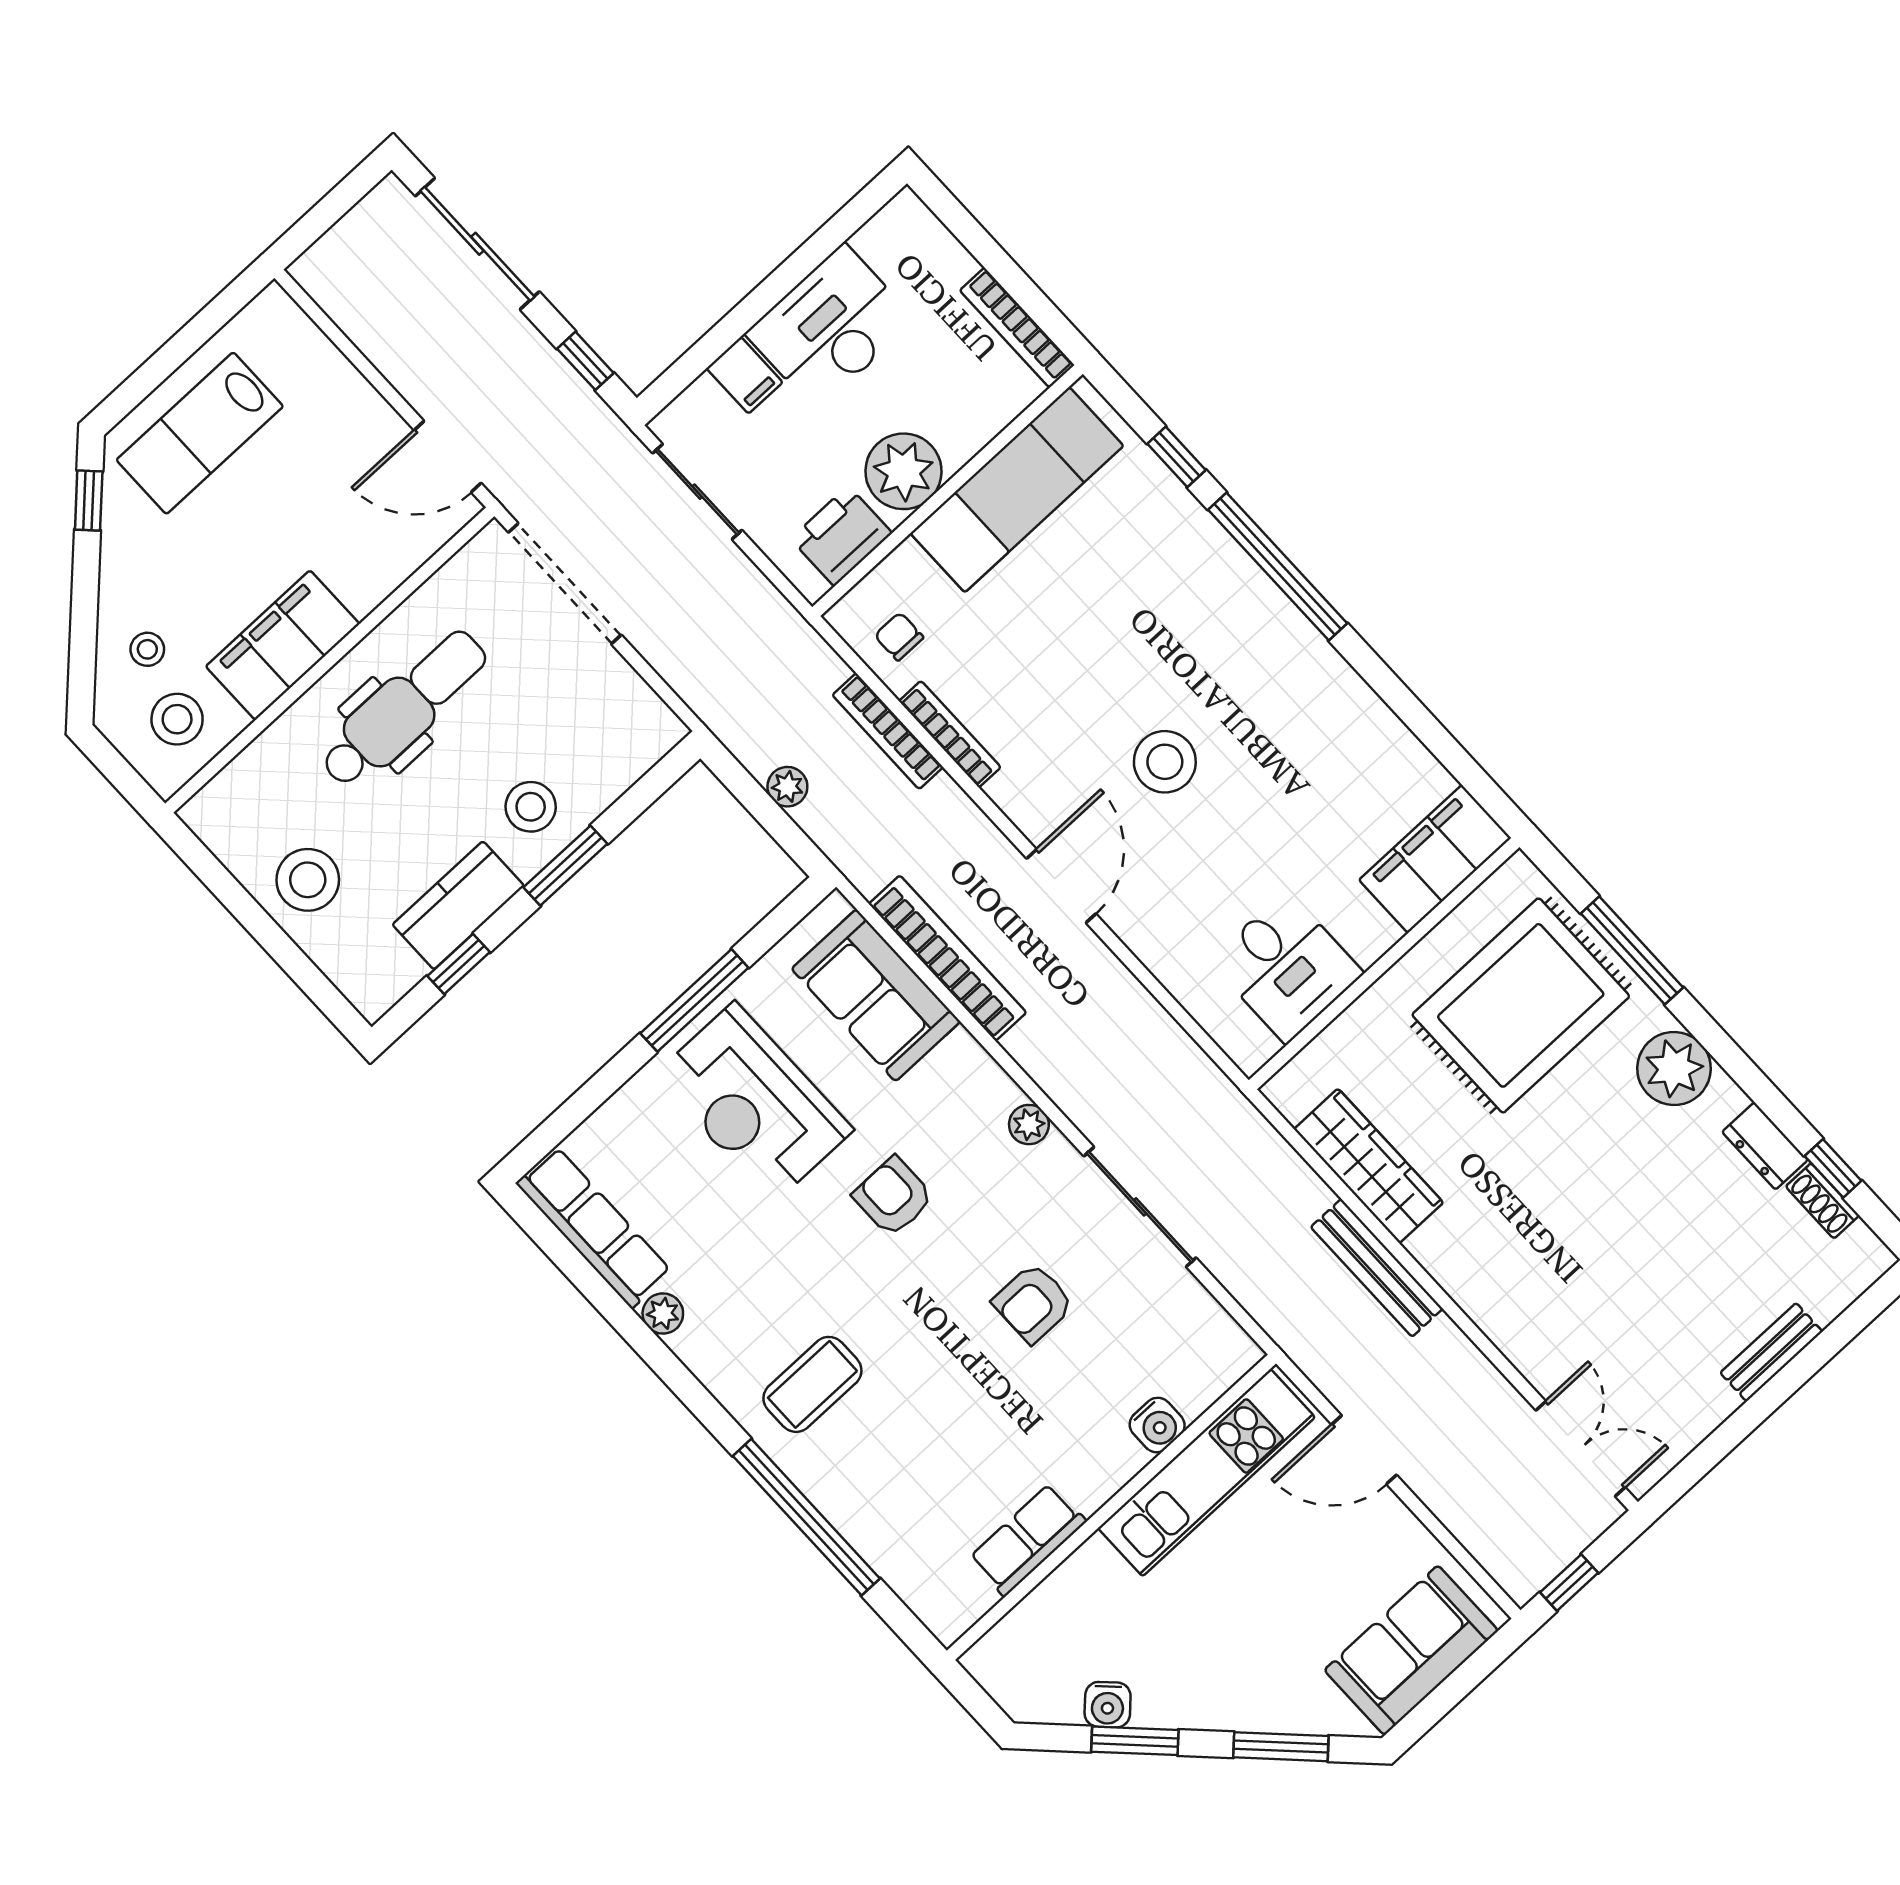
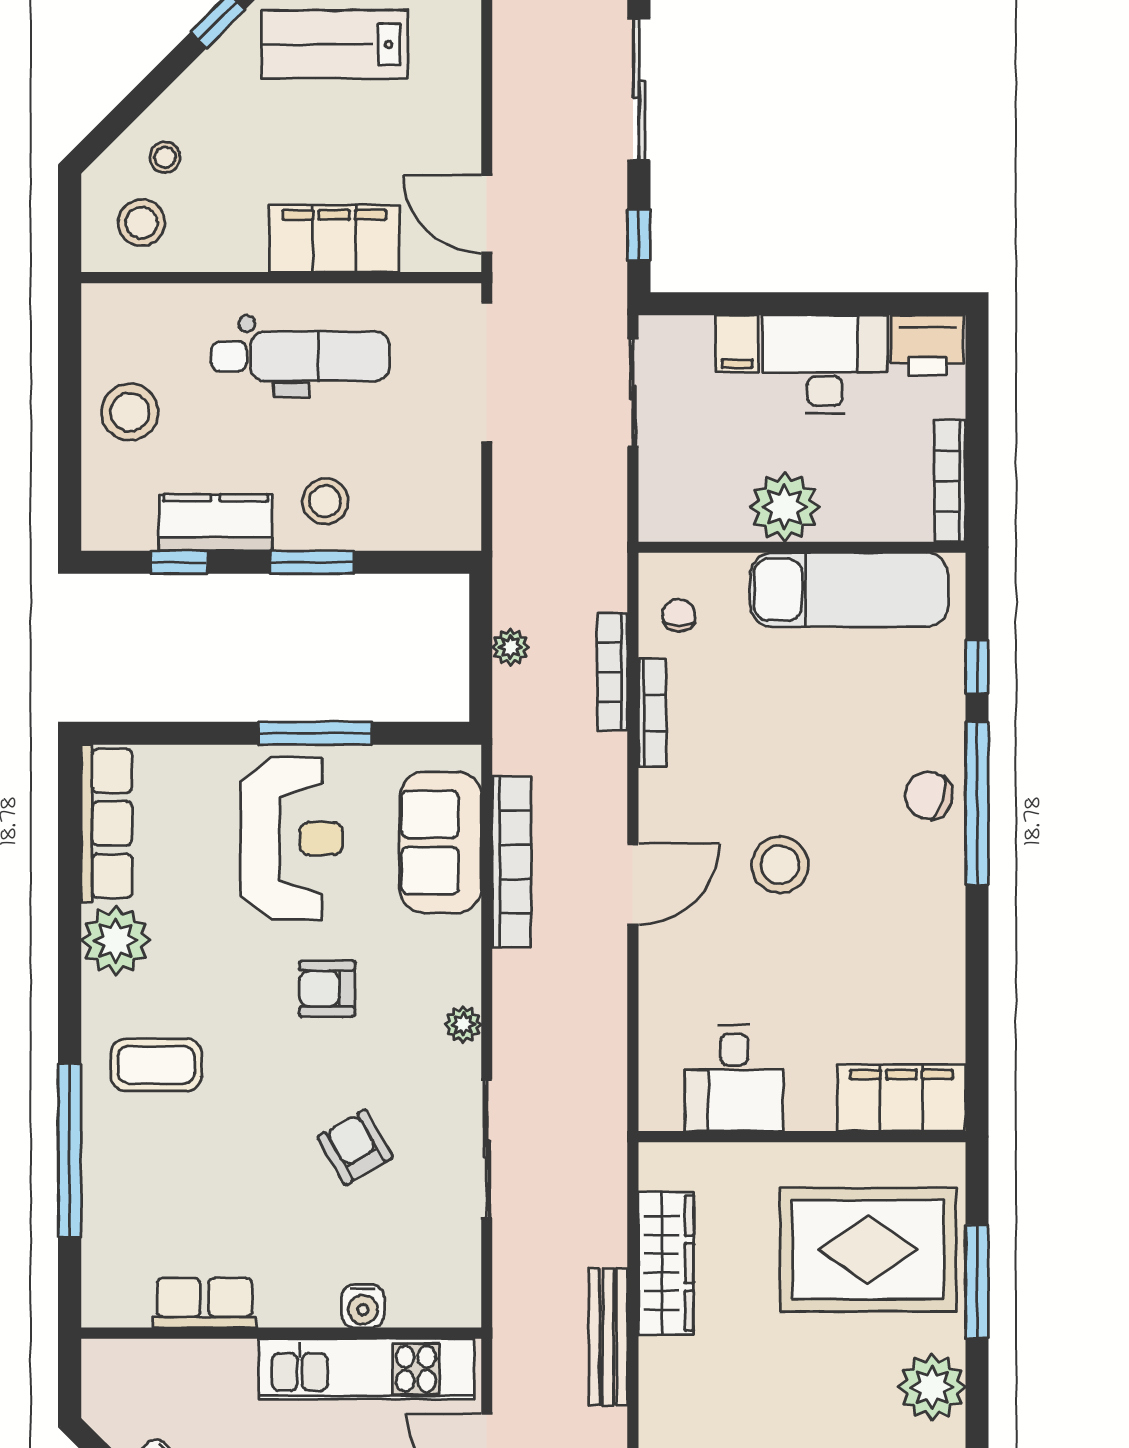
printer: (841, 536) -> (927, 345), moved, turned 180
chair: (1233, 596) -> (929, 796), added
filing cabinet: (283, 645) -> (334, 238), moved
reception desk: (754, 1103) -> (292, 839), turned 180
armchair: (893, 1197) -> (327, 989), turned -90
armchair: (1033, 1303) -> (355, 1147), turned 60
plant: (663, 1314) -> (116, 940), width x1.87, depth x1.87

